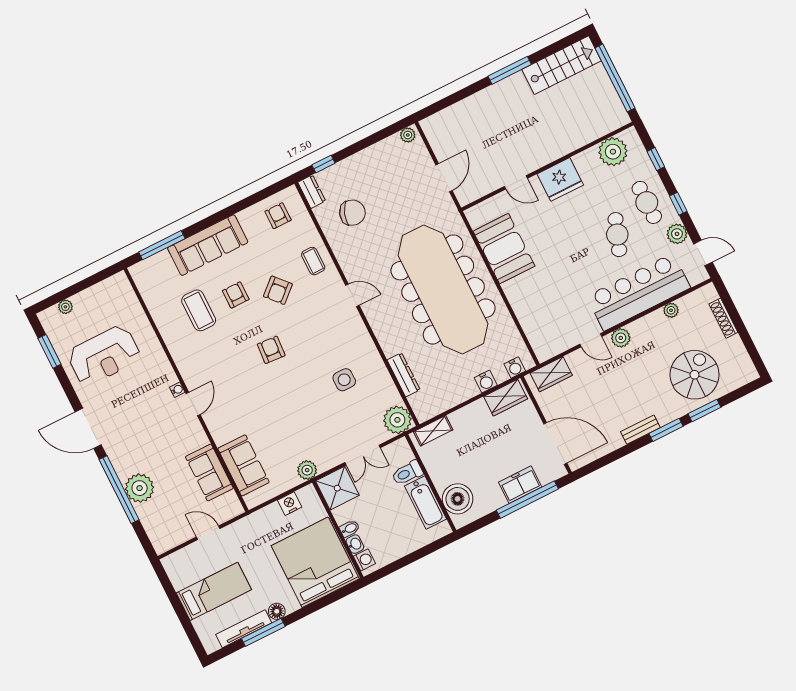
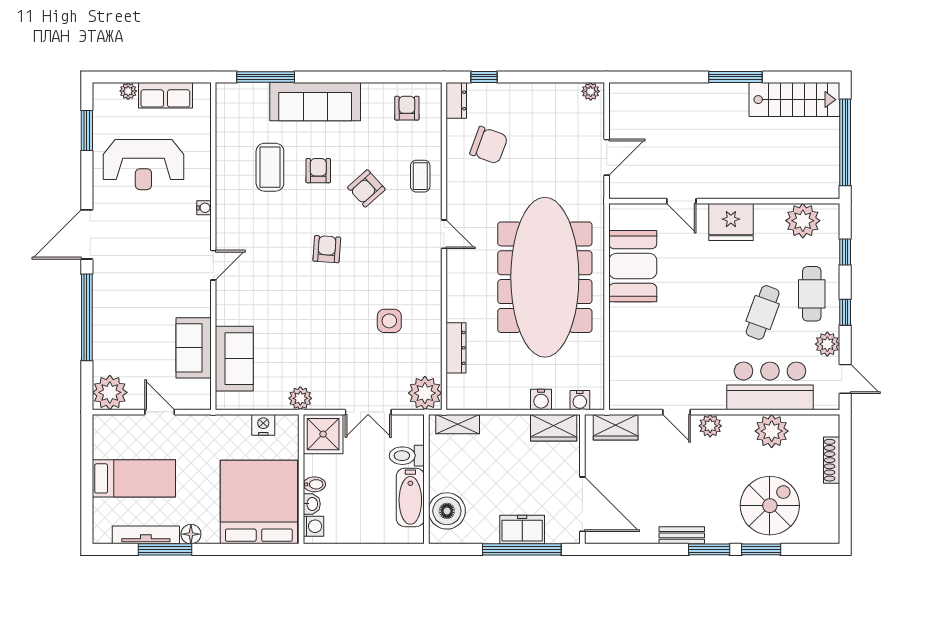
bar counter: (638, 292) -> (770, 386), width x0.73
row of seats: (95, 296) -> (165, 95), added
plant: (671, 310) -> (772, 431), width x1.87, depth x1.87
water cooler: (177, 390) -> (204, 208), moved
door: (88, 428) -> (87, 234), hinge flipped
plant: (140, 488) -> (110, 392), moved

